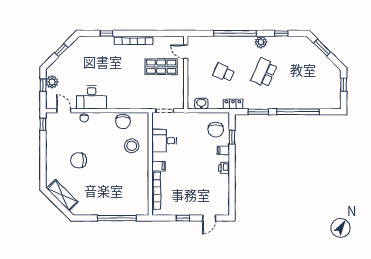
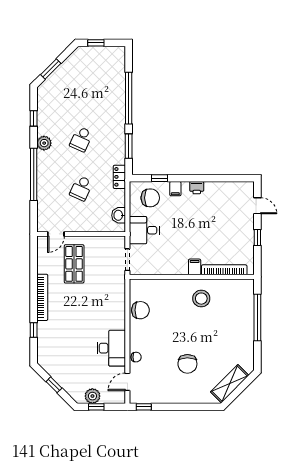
school desk: (264, 73) -> (81, 139), width x0.54
desk: (164, 141) -> (144, 230), moved, turned 90
stool: (132, 146) -> (201, 299), moved

